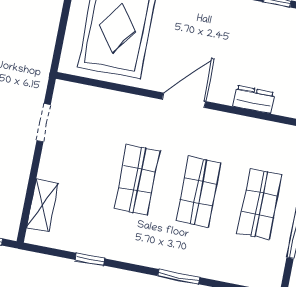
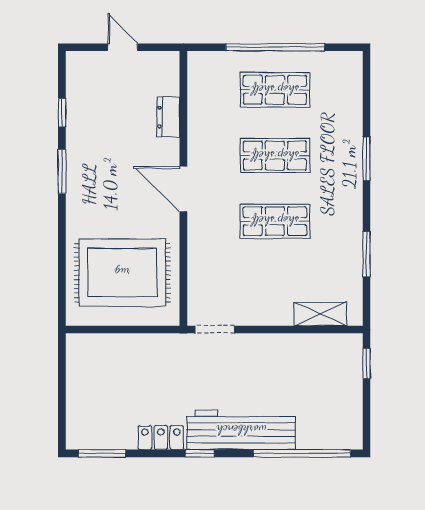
doorway: (44, 123) -> (215, 330), moved
window: (90, 259) -> (367, 254), width x1.50

